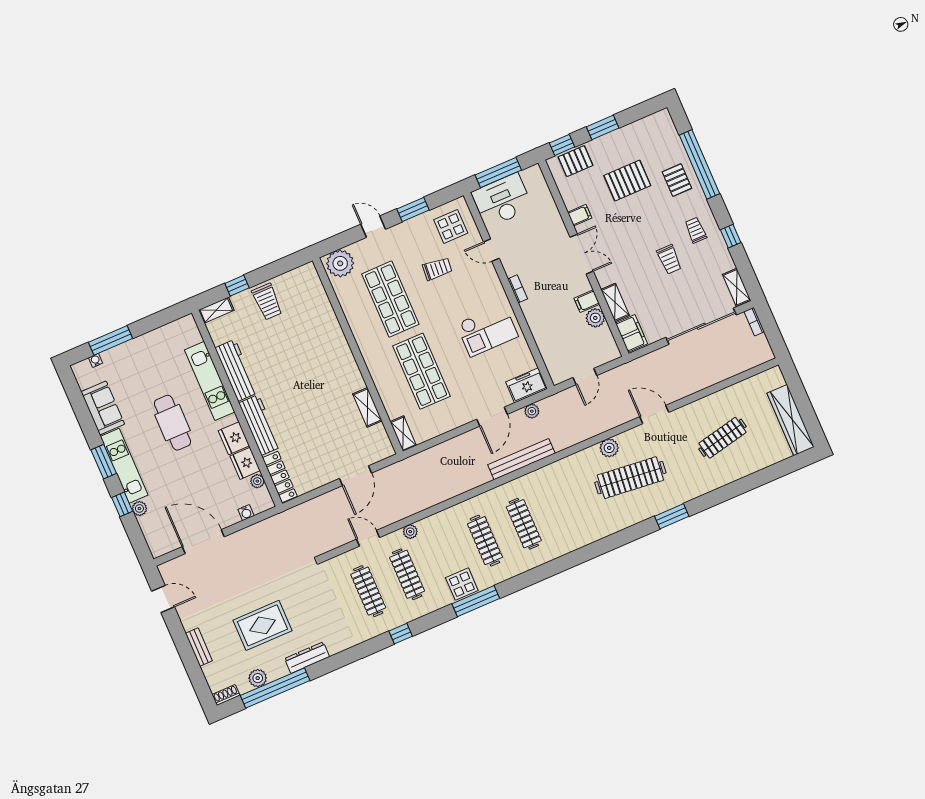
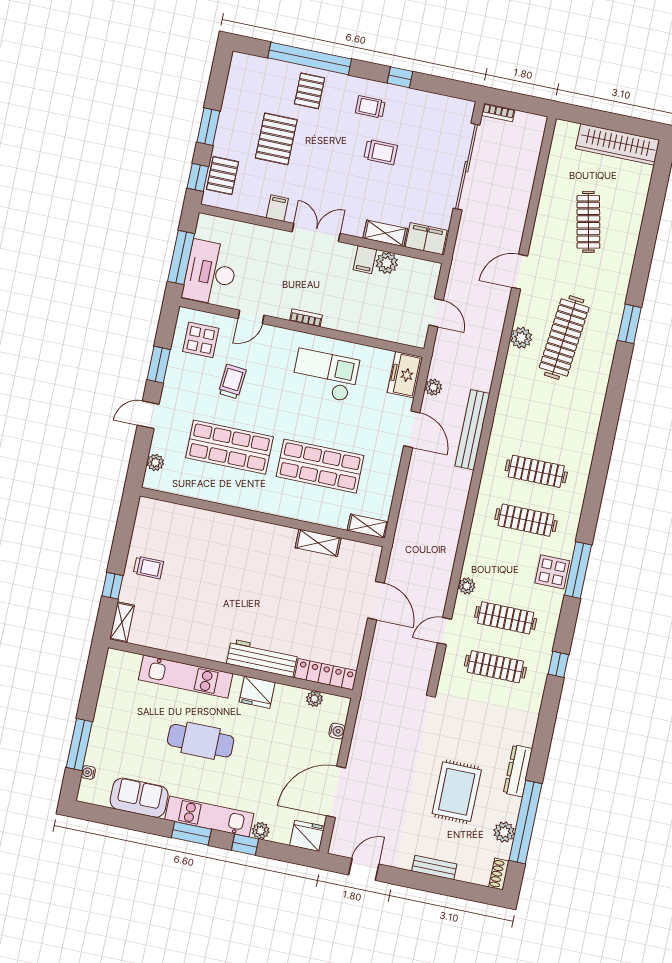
pallet: (677, 180) -> (310, 91), turned 90
plant: (340, 263) -> (155, 462), width x0.53, depth x0.53
shelving: (737, 287) -> (453, 106), removed
trolley: (267, 302) -> (148, 567), width x0.73, depth x0.72
checkout: (487, 330) -> (325, 375), turned -90
workbench: (236, 370) -> (194, 644), removed
fridge: (245, 463) -> (307, 836), moved, turned 180

